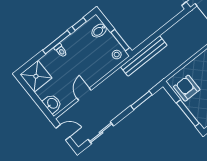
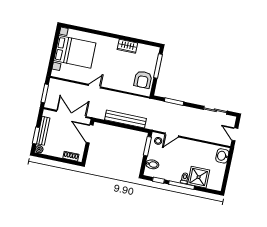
bench: (144, 56) -> (125, 119), moved
shower: (36, 76) -> (199, 177), moved
door: (84, 94) -> (172, 135), moved

